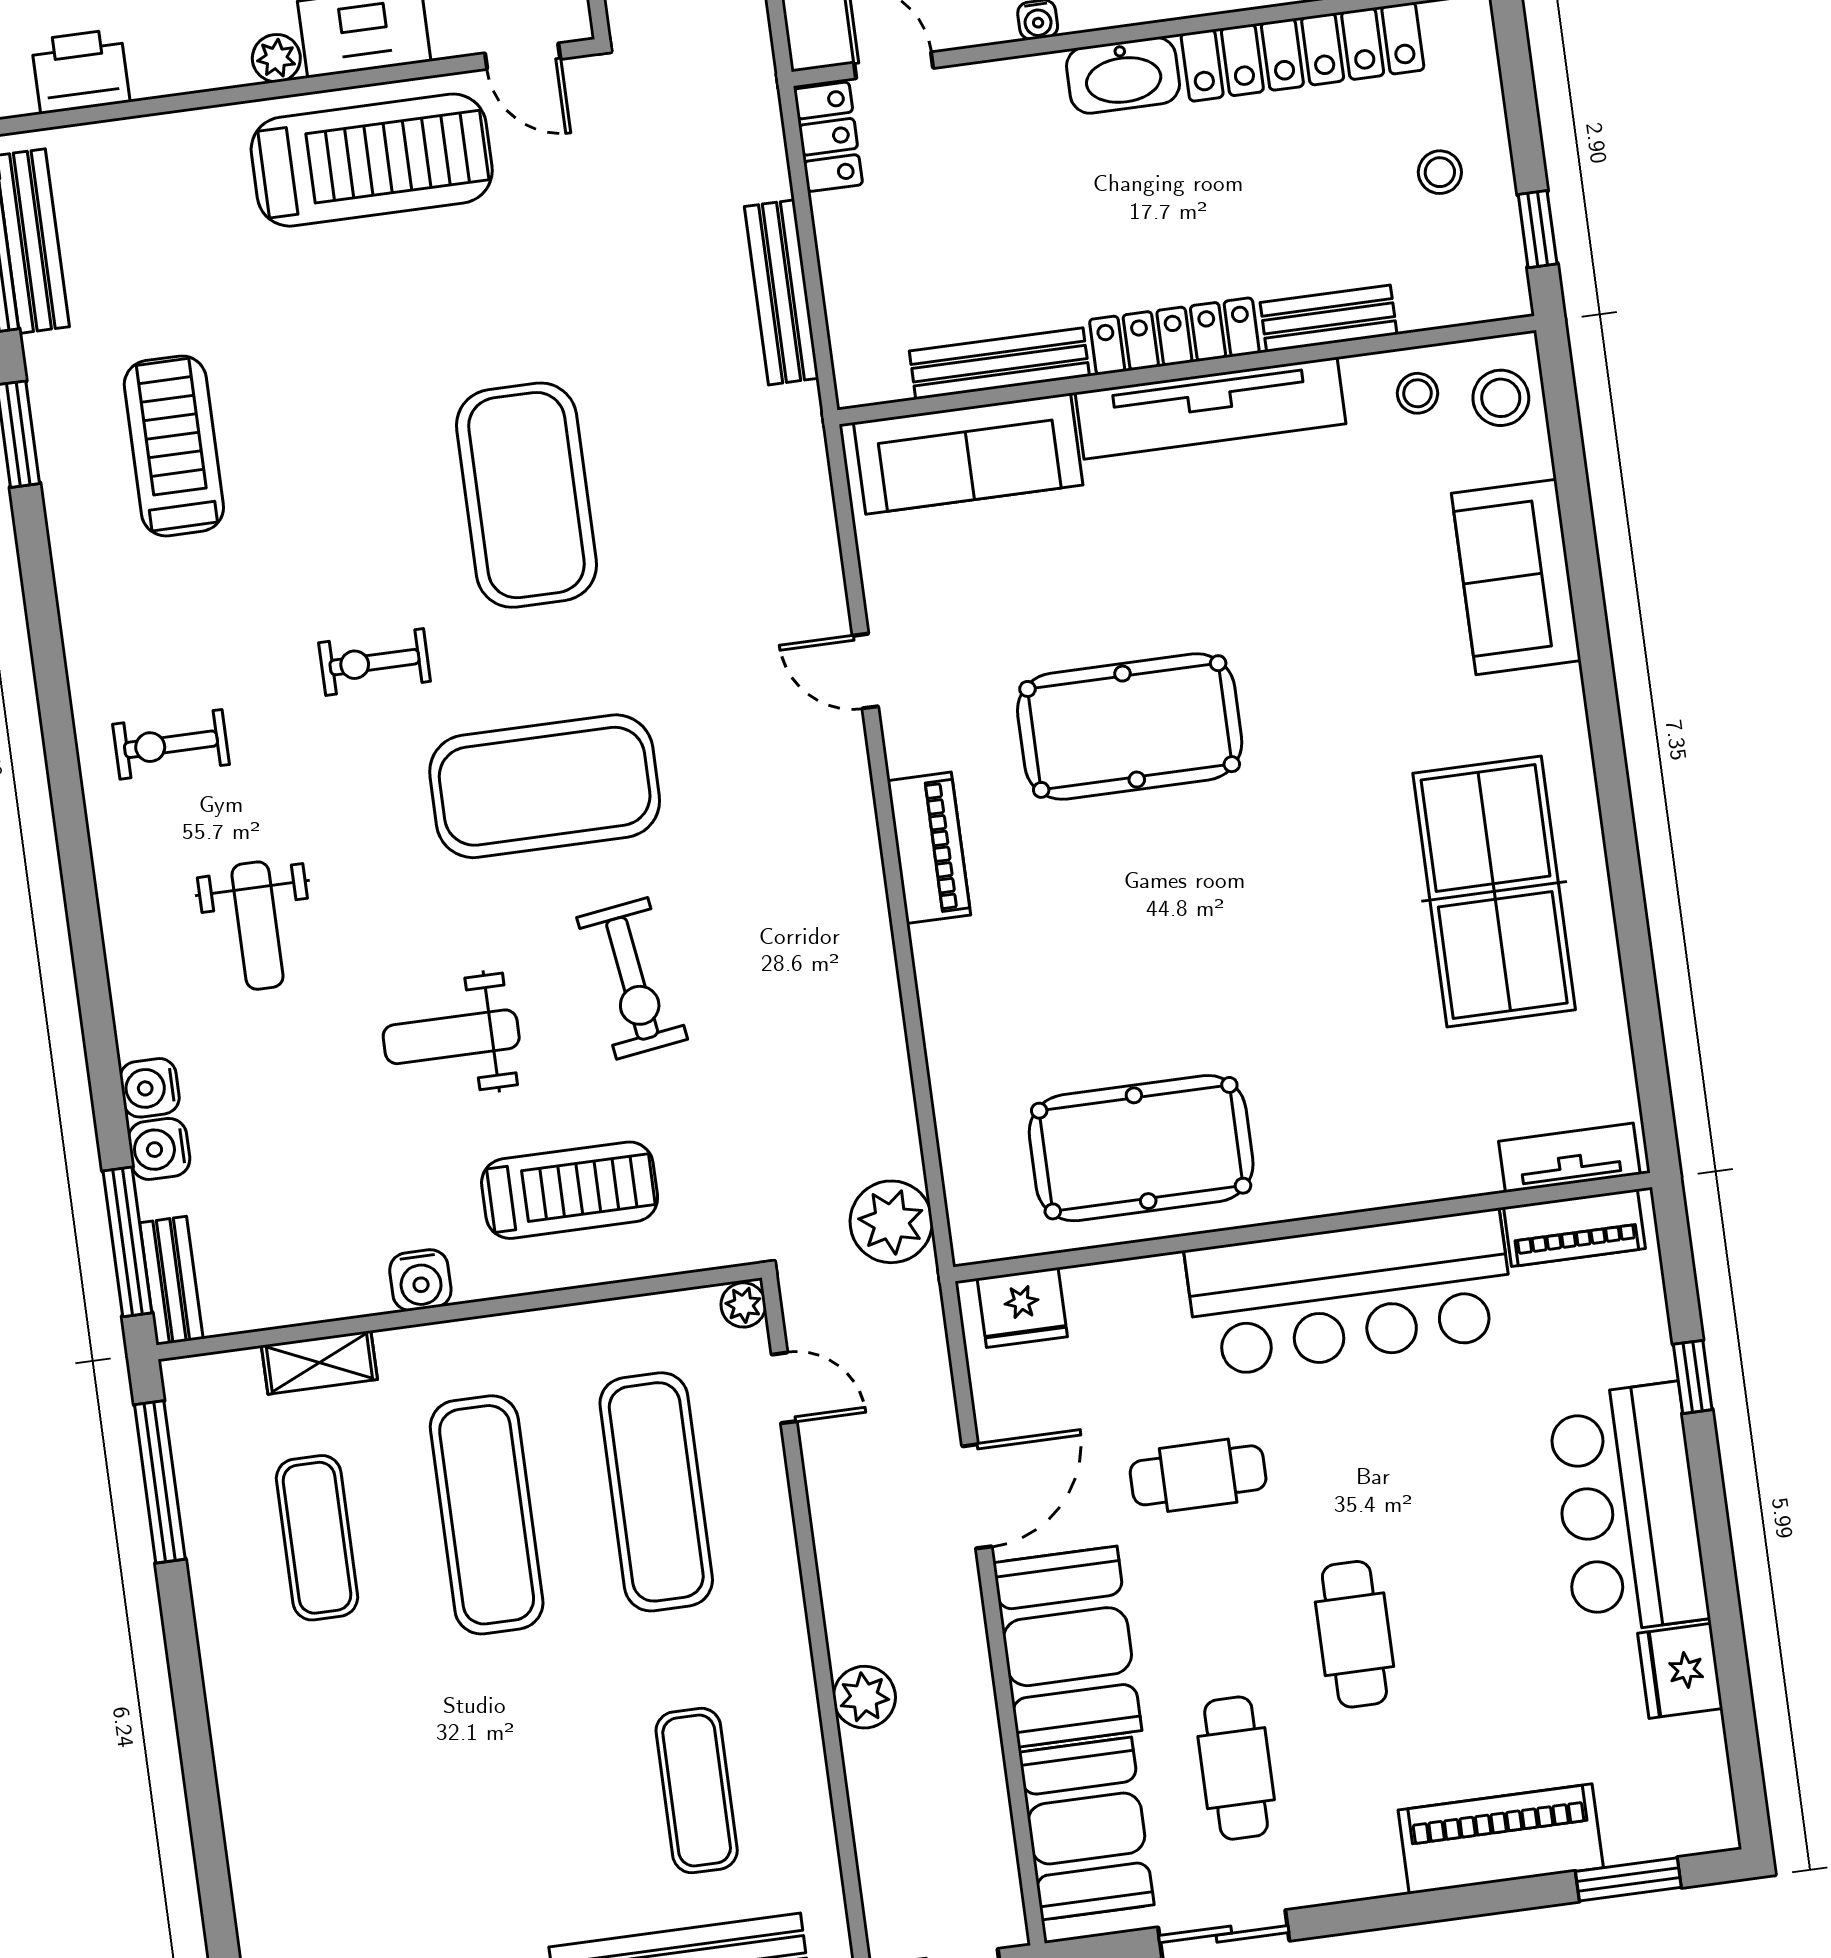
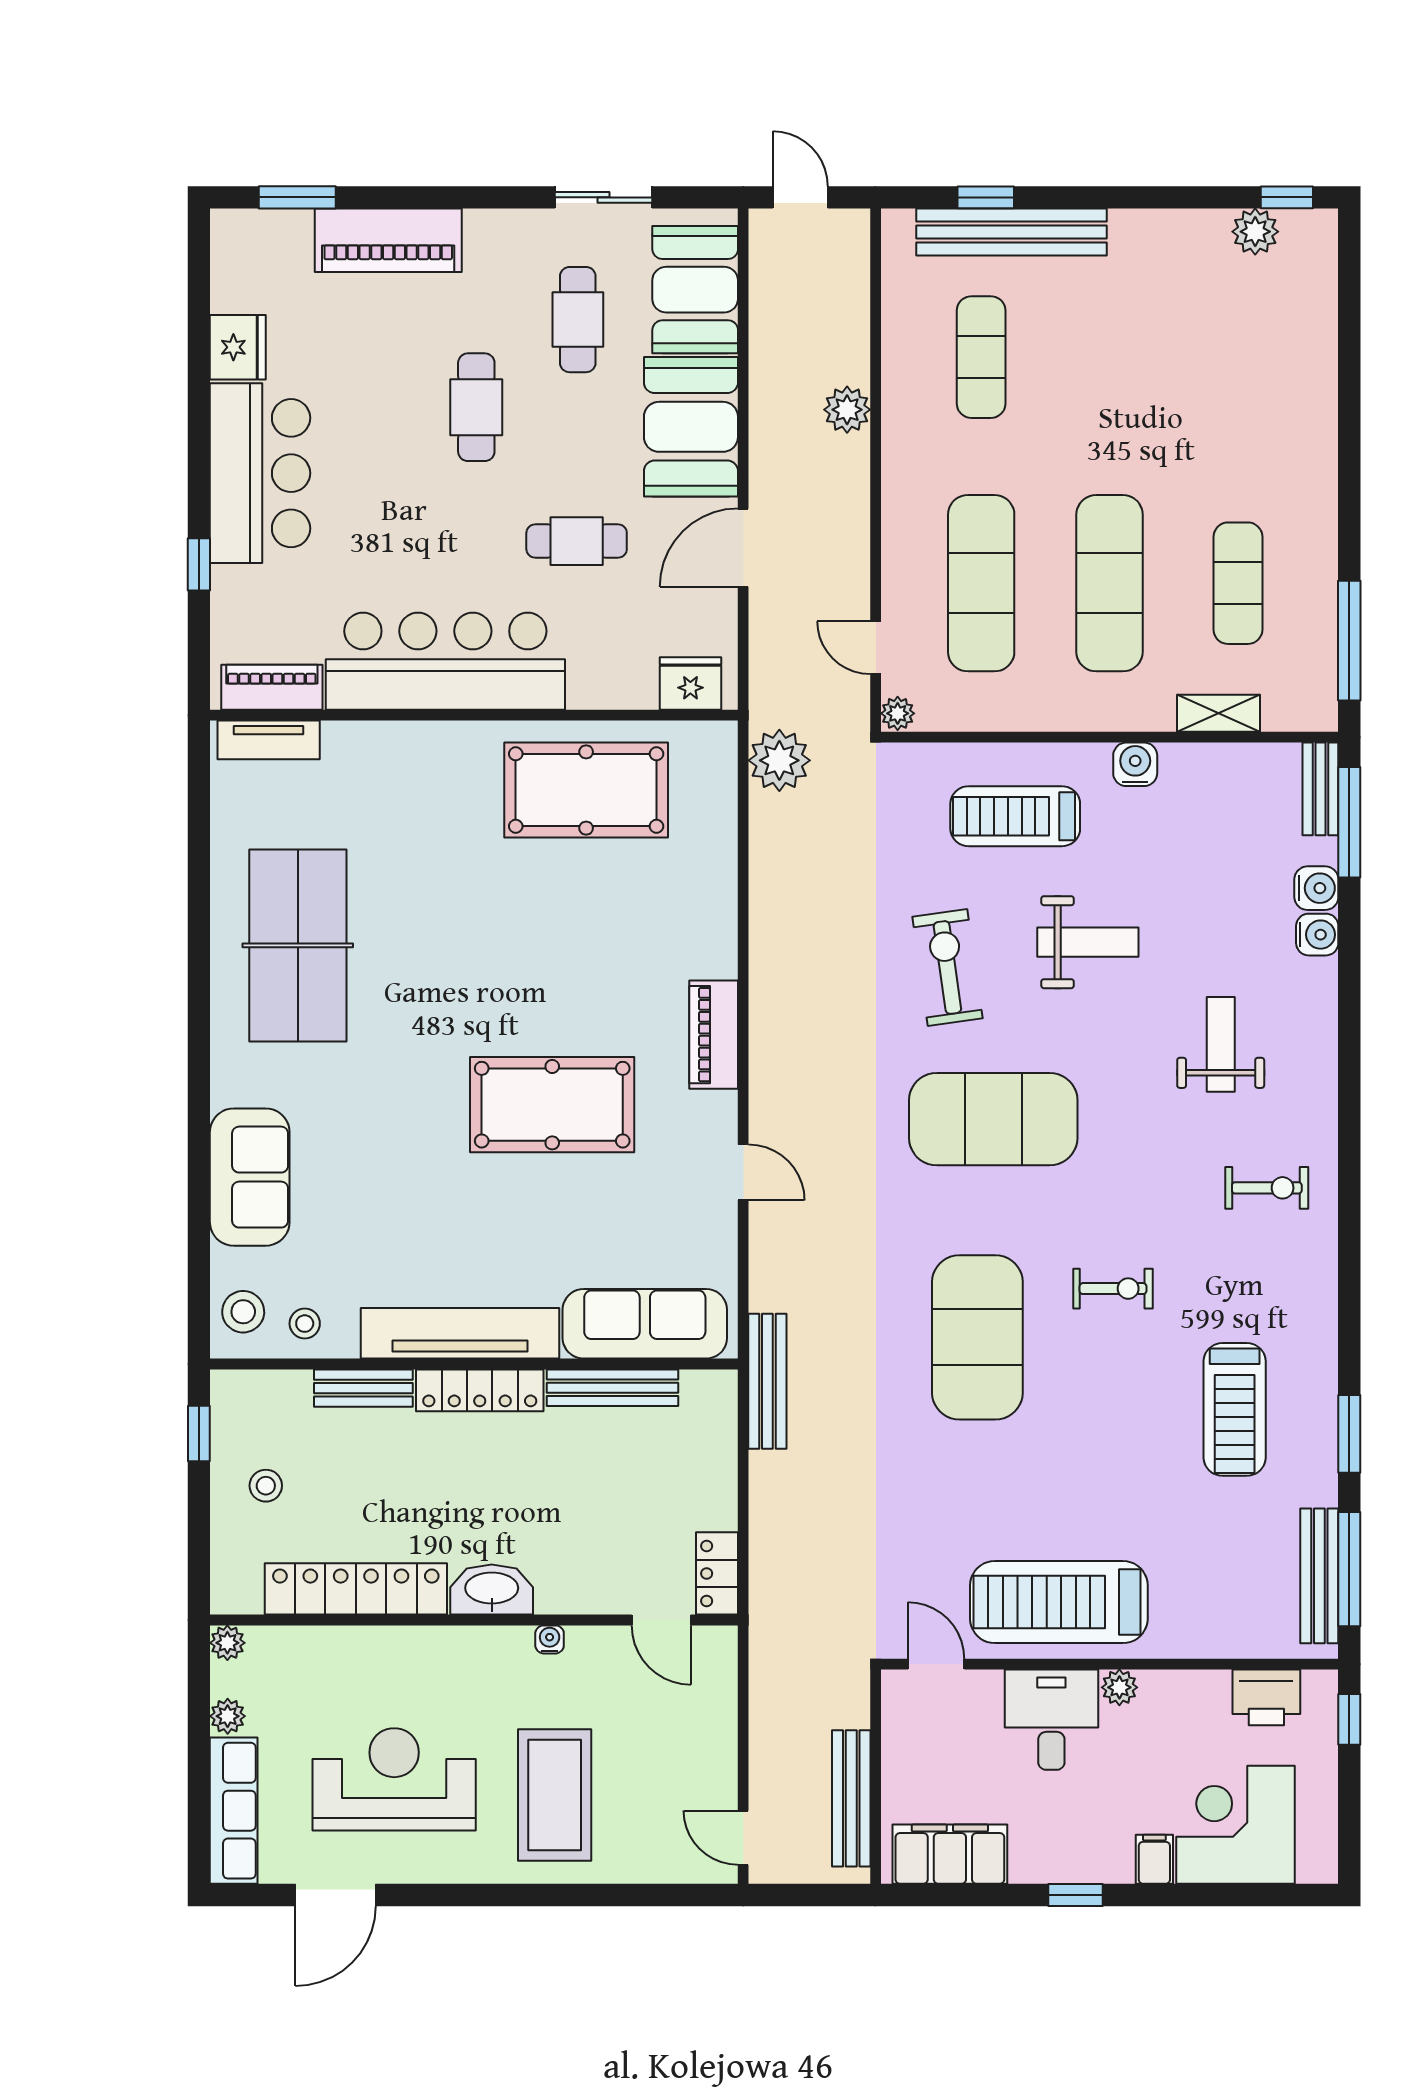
bench: (781, 292) -> (767, 1381), moved
exercise bike: (375, 662) -> (1113, 1289), moved

